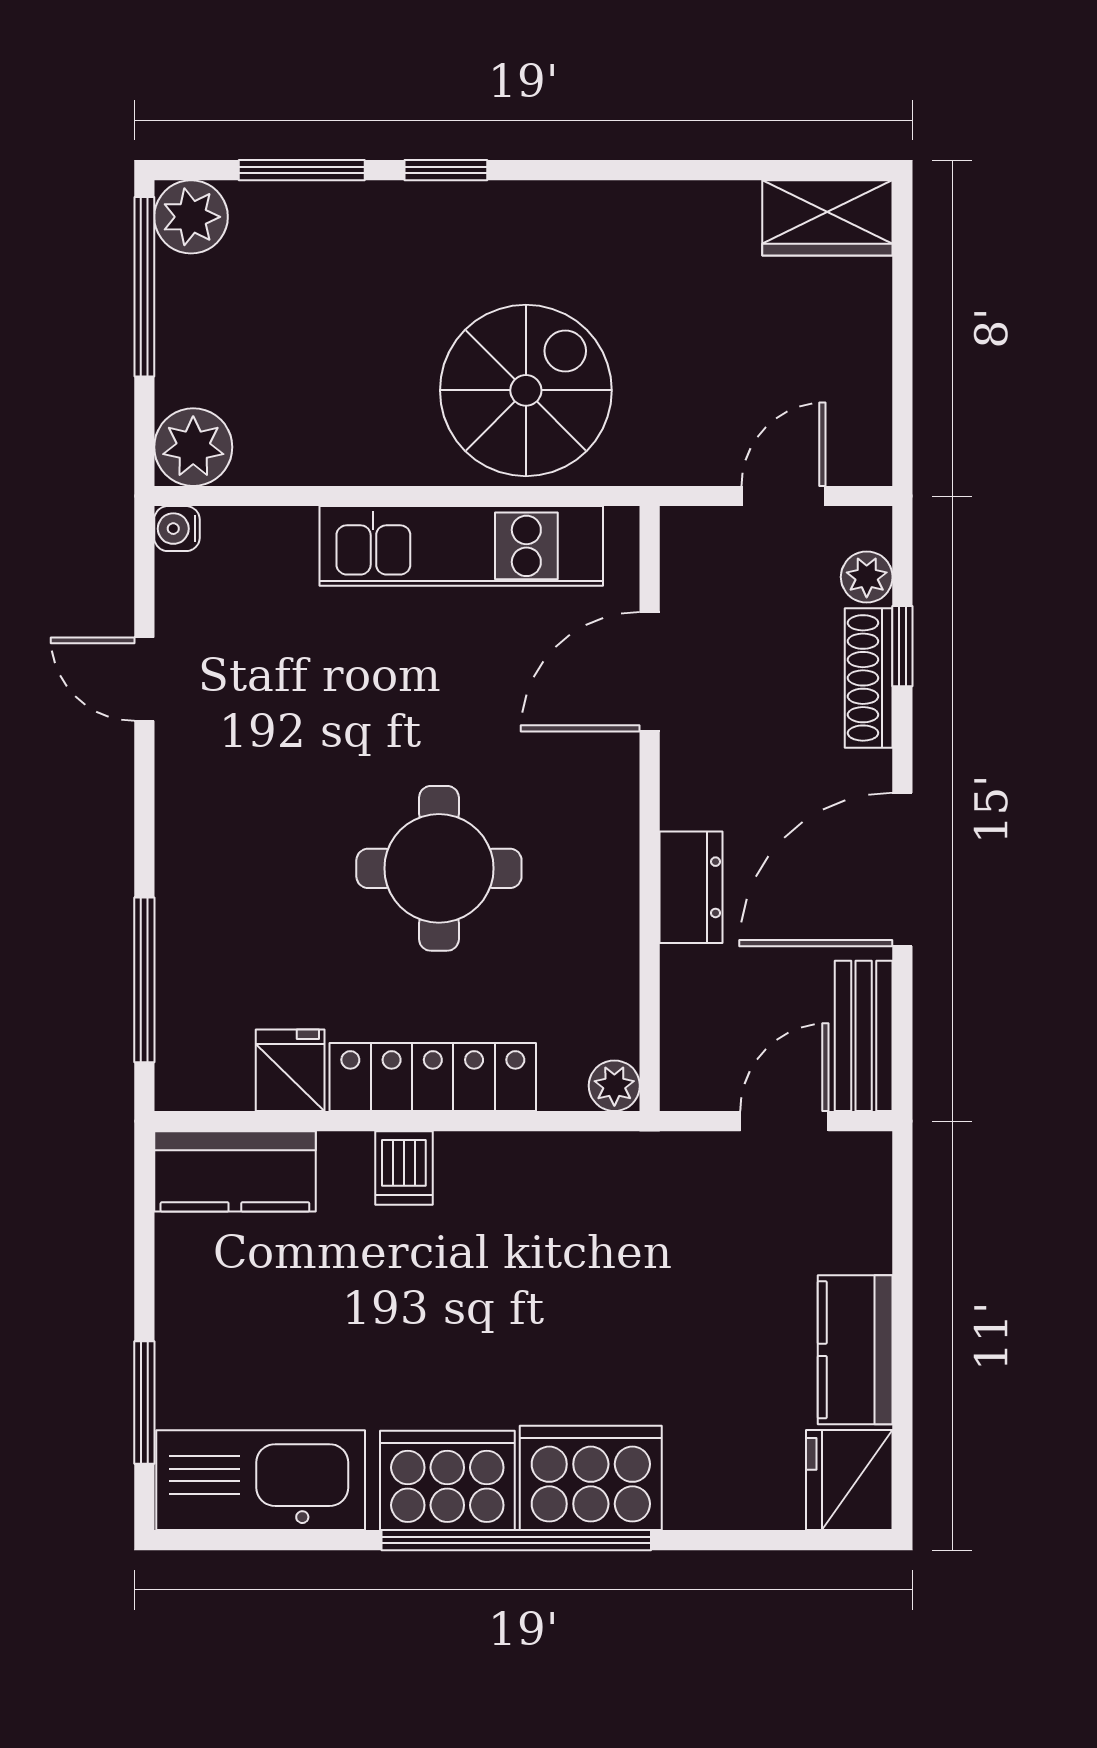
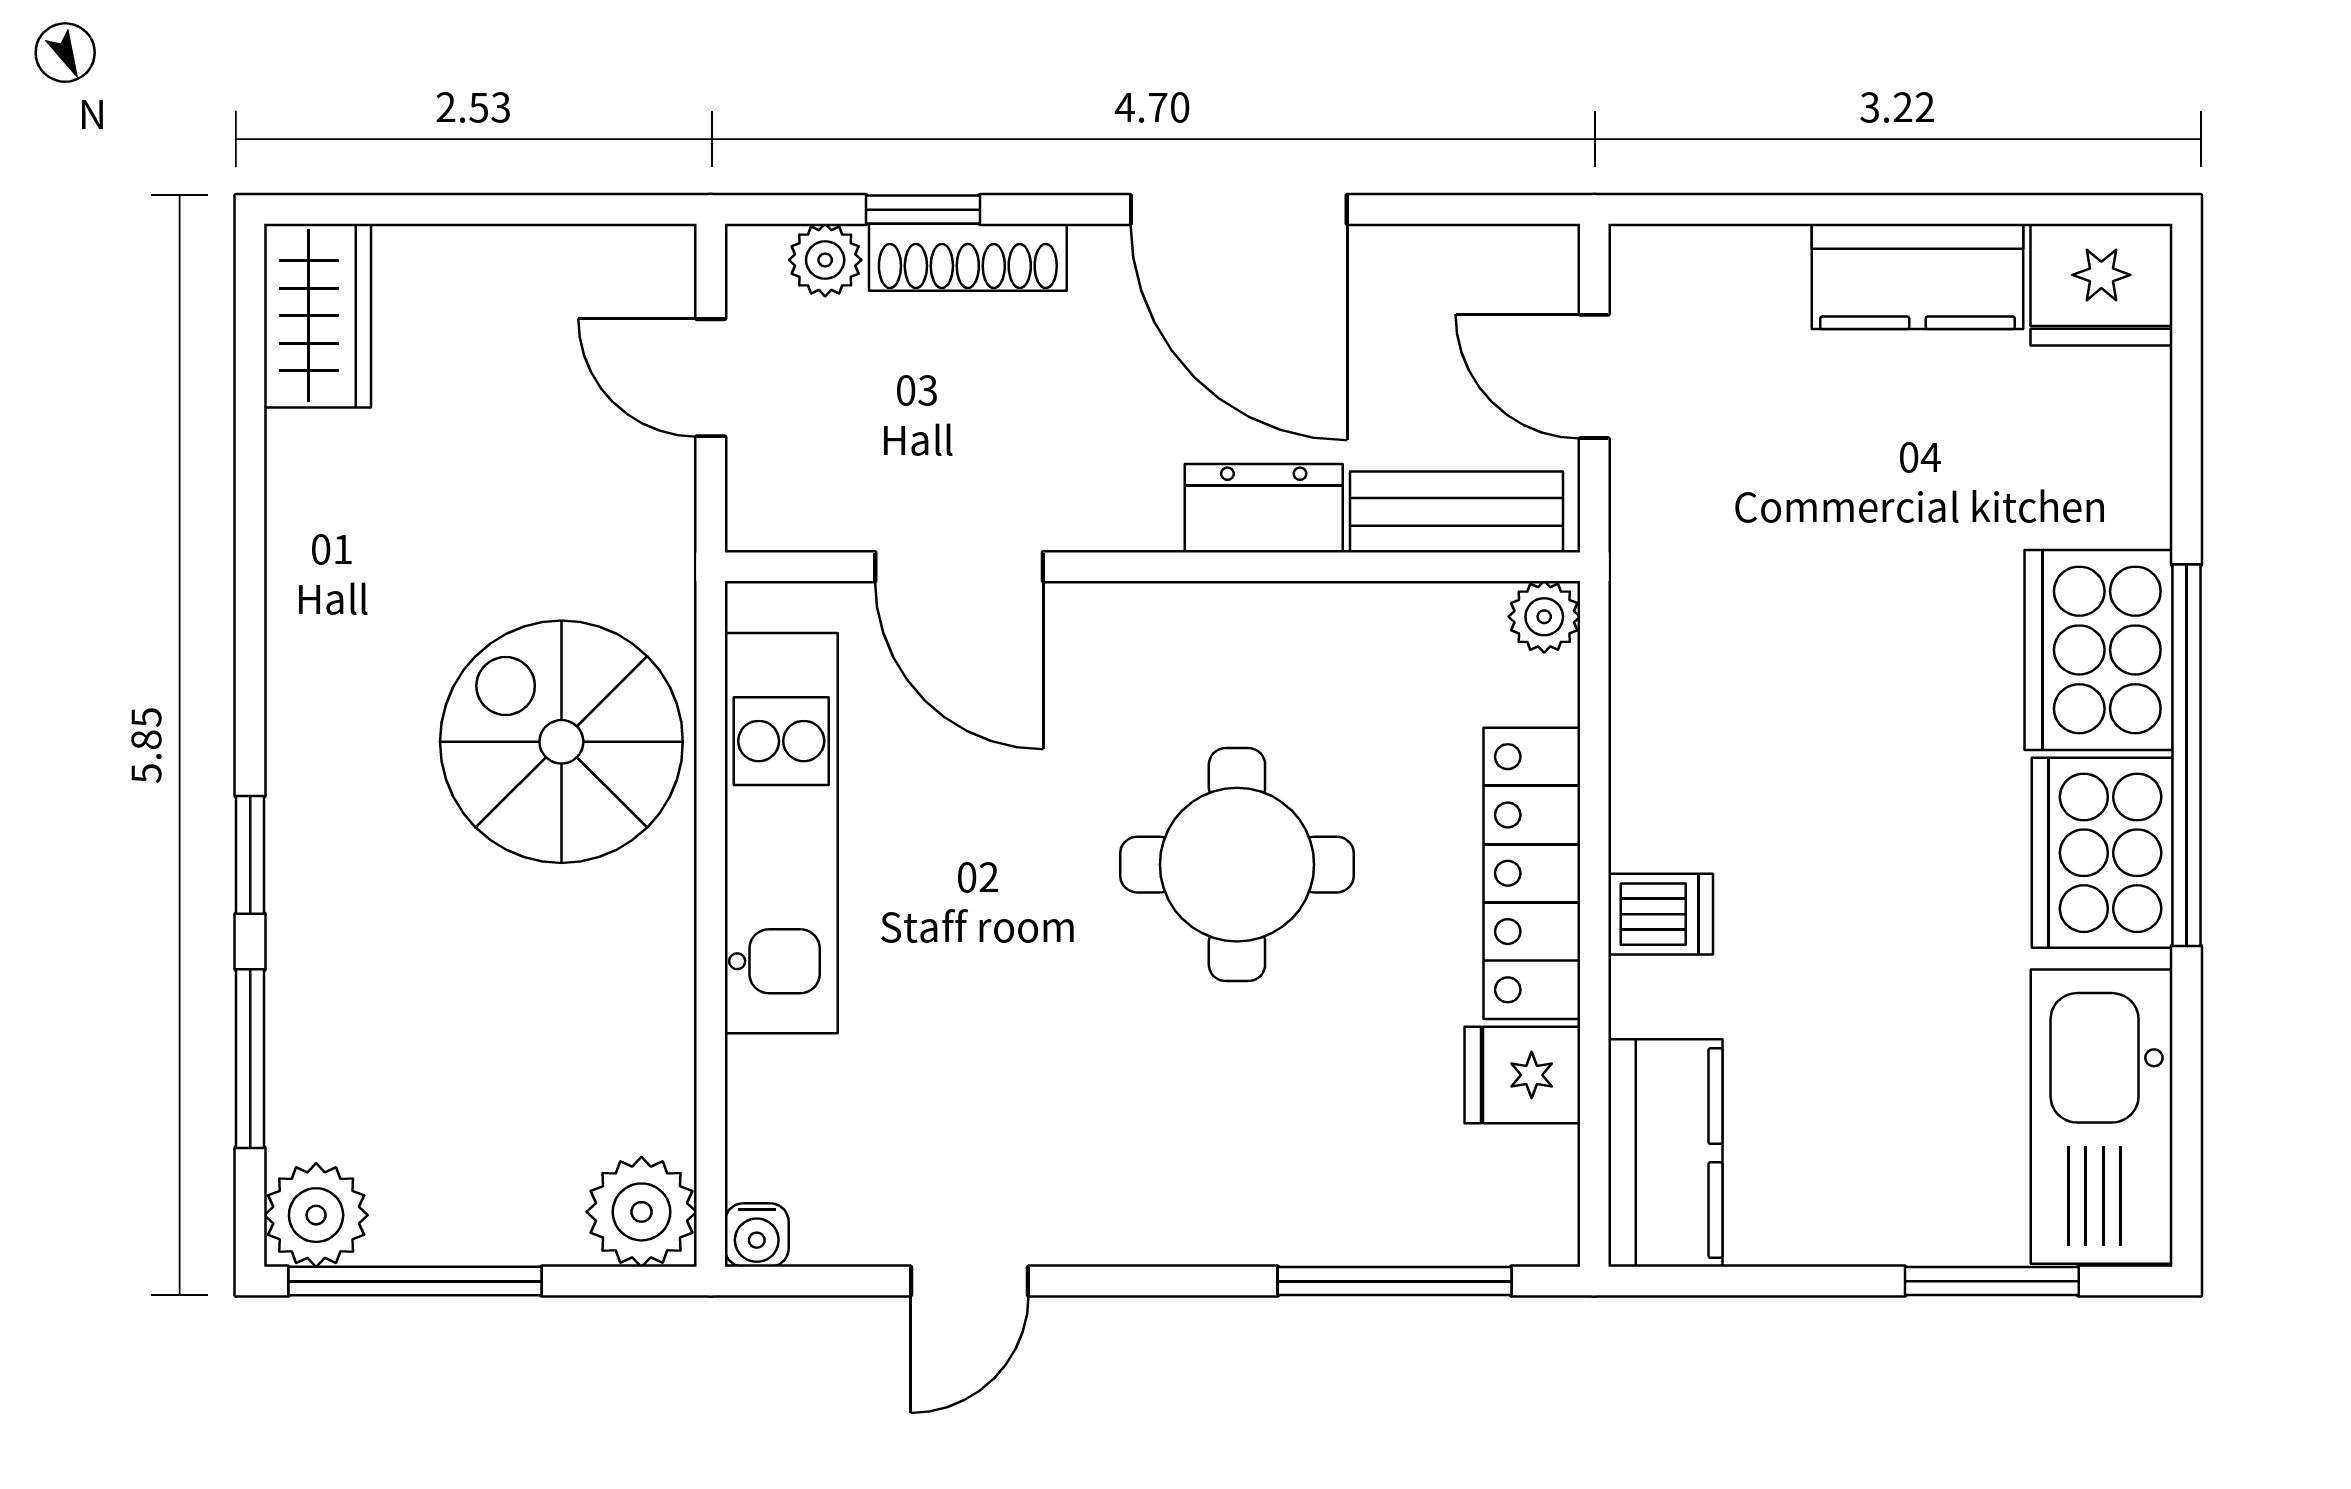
bench: (864, 1036) -> (1456, 512), moved

